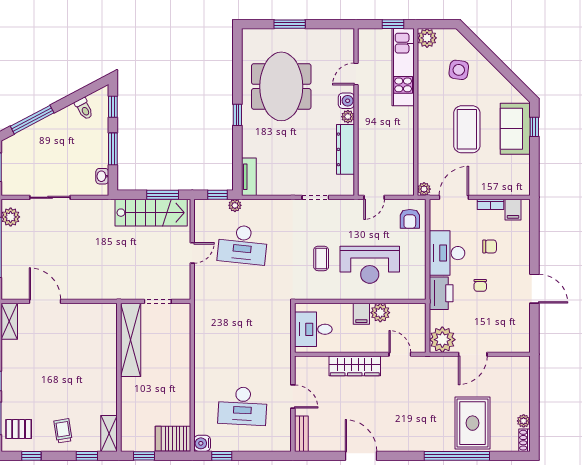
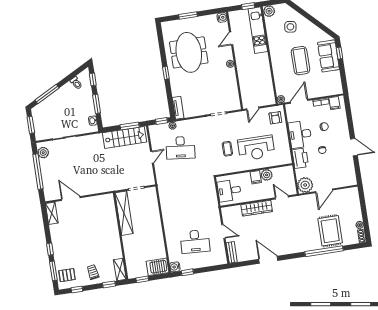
water cooler: (346, 101) -> (222, 17), moved
dresser: (345, 149) -> (232, 83), removed

